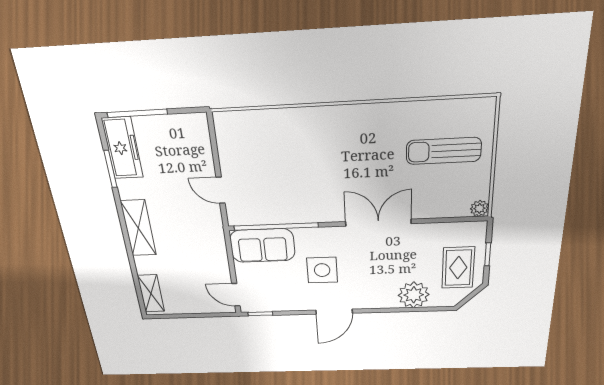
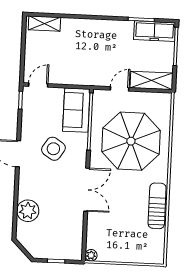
sun lounger: (444, 151) -> (157, 206), moved
parasol: (297, 167) -> (131, 141), added
shelving: (138, 228) -> (152, 80), moved
rug: (458, 268) -> (47, 242), removed
side table: (322, 270) -> (53, 149), turned 33

